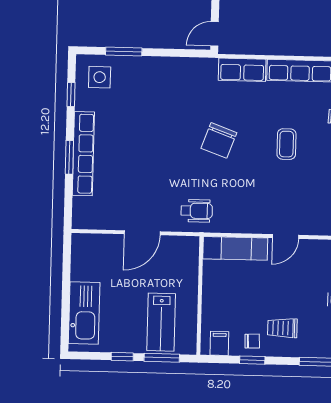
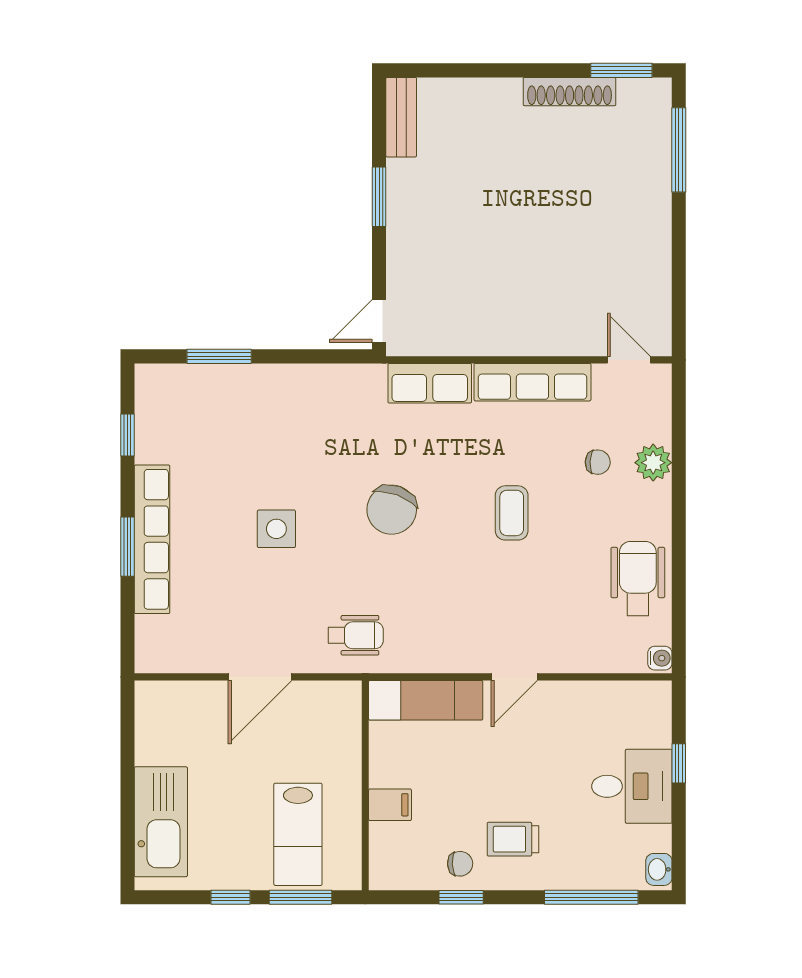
side table: (100, 77) -> (276, 529), moved
filing cabinet: (219, 343) -> (390, 805), moved, turned 90

